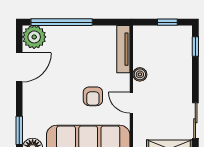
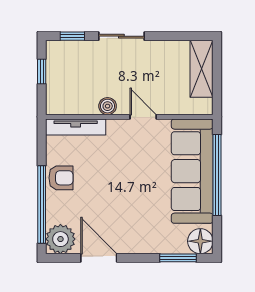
armchair: (93, 96) -> (61, 178), moved
door: (131, 103) -> (143, 117), swing flipped
sliding door: (195, 121) -> (121, 36), moved

